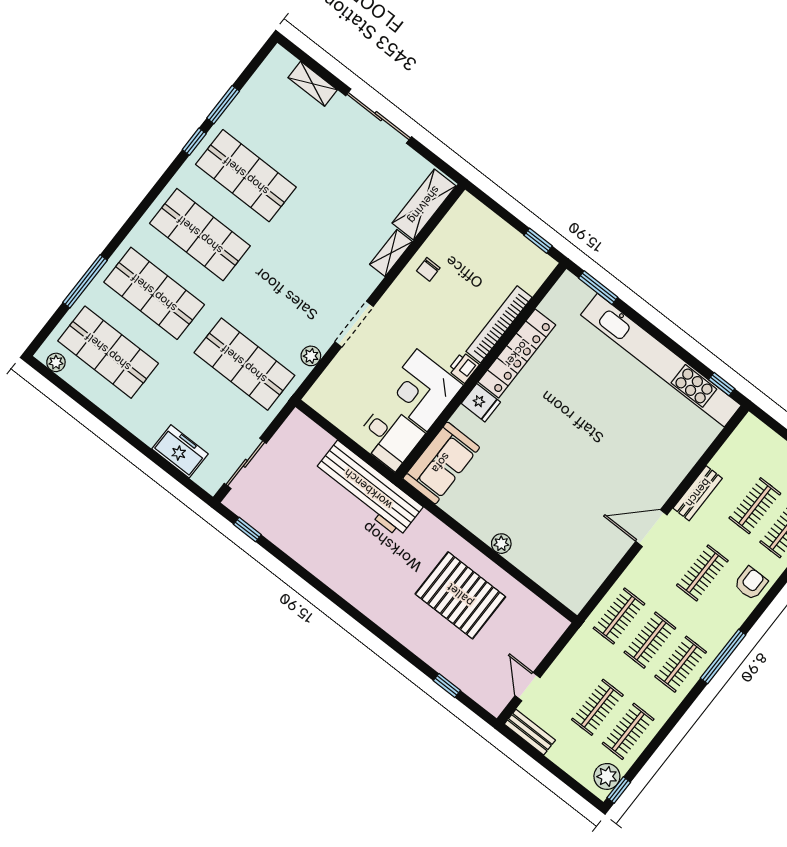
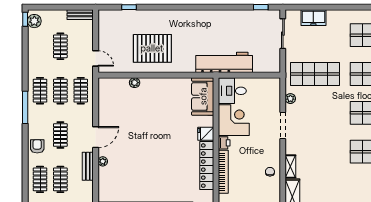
plant: (669, 483) -> (103, 161), added
plant: (501, 544) -> (135, 83), moved
armchair: (751, 583) -> (37, 146), turned 180
door: (528, 687) -> (96, 58), moved
clothes rail: (628, 731) -> (40, 46), removed

